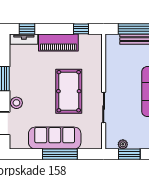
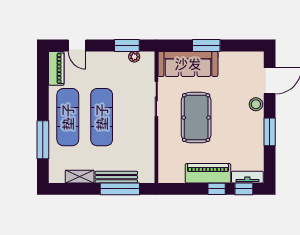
window: (81, 29) -> (217, 189), moved
sofa: (55, 138) -> (188, 64), moved
window: (60, 154) -> (206, 46), width x0.69

